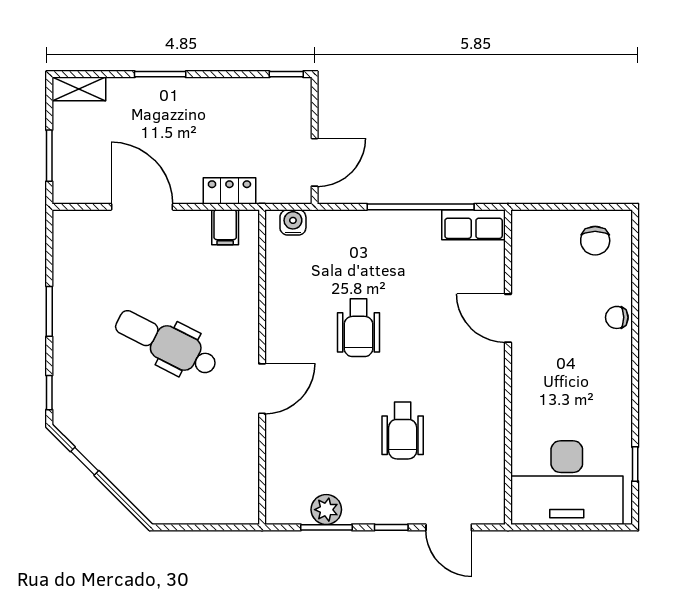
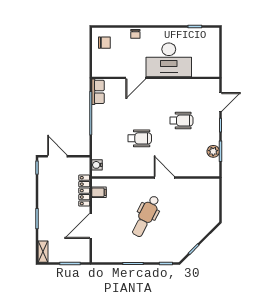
door: (315, 162) -> (57, 156), moved
locker: (229, 191) -> (84, 191), width x1.53
desk: (567, 483) -> (169, 60), moved, turned 90

